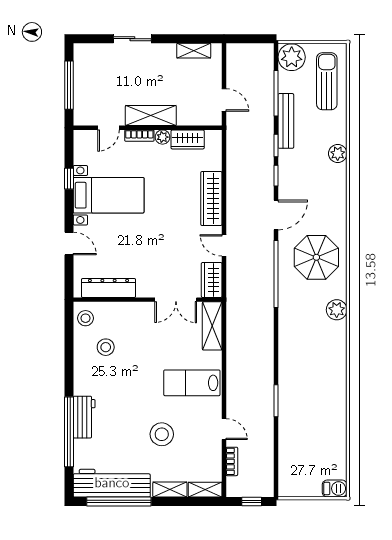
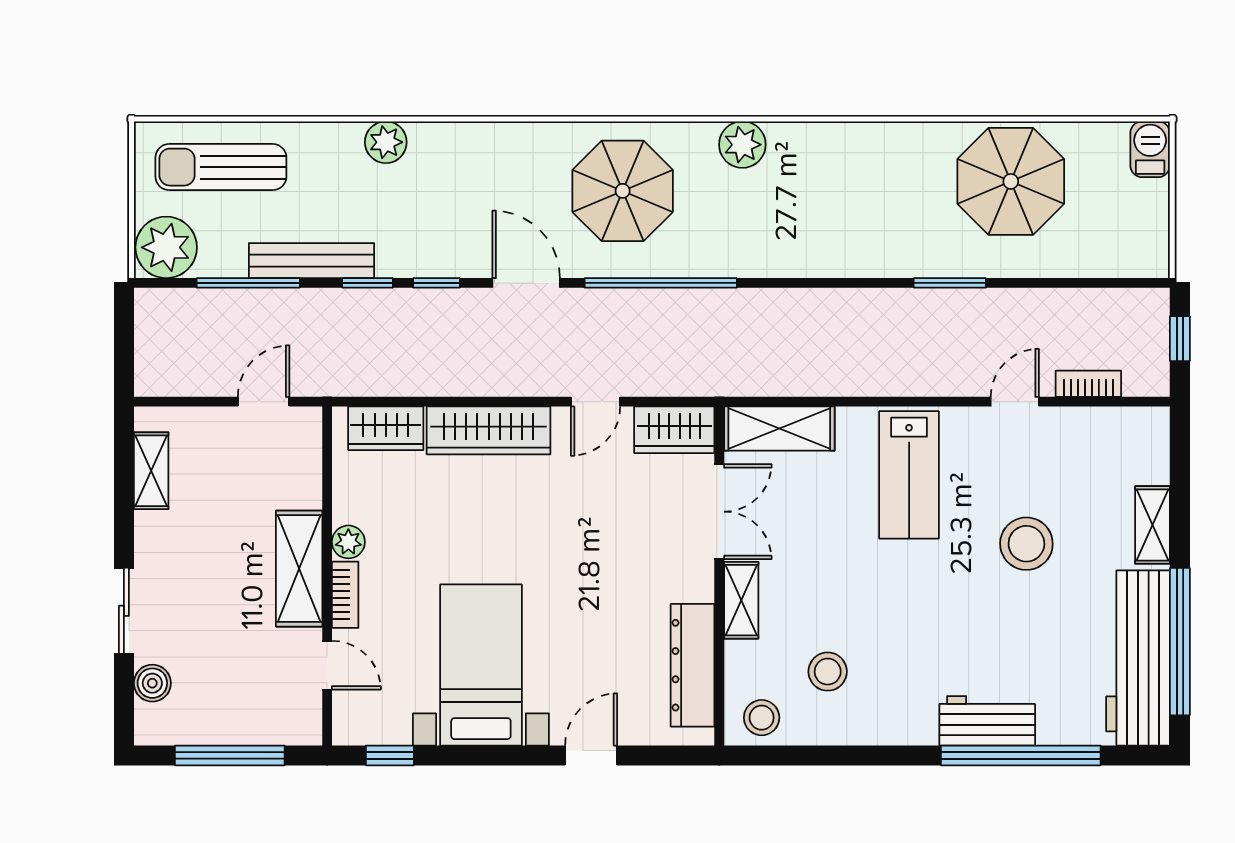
boiler: (101, 51) -> (152, 683), added
wardrobe: (188, 139) -> (386, 428), moved, turned 90
window: (69, 179) -> (390, 755), moved
parasol: (321, 427) -> (1011, 181), added
shelving: (205, 490) -> (741, 600), moved

